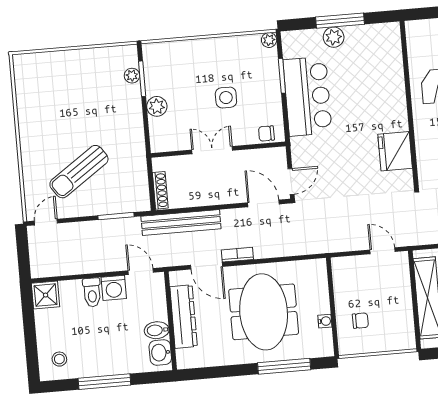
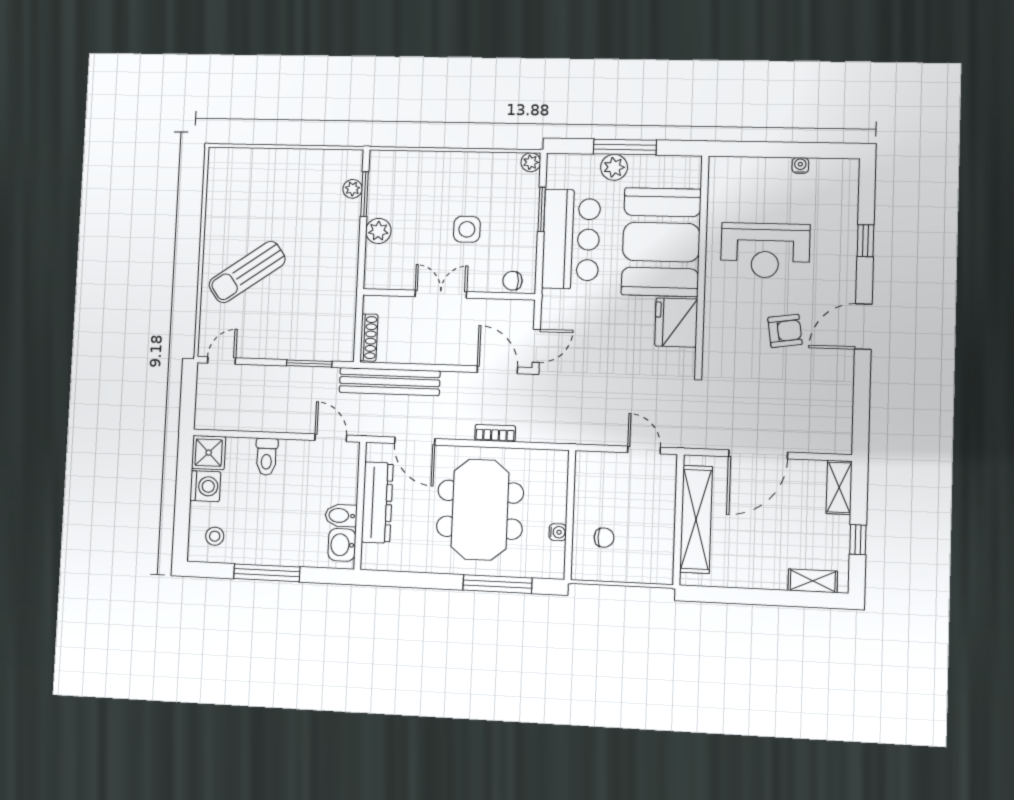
booth: (376, 91) -> (661, 242), added
sun lounger: (79, 172) -> (247, 272), moved
bookcase: (237, 255) -> (495, 433), moved
washing machine: (114, 288) -> (205, 486), moved, turned -90

